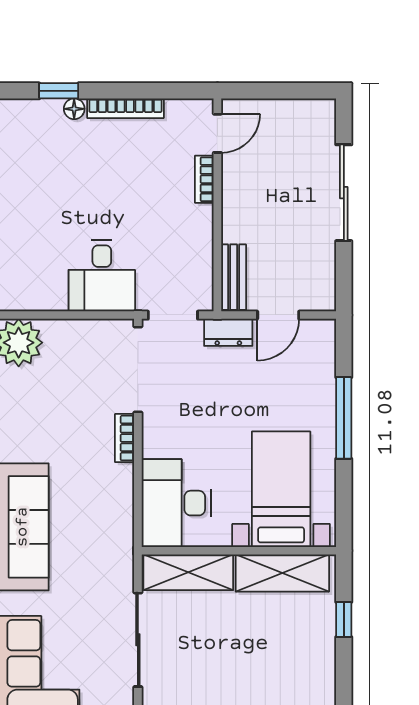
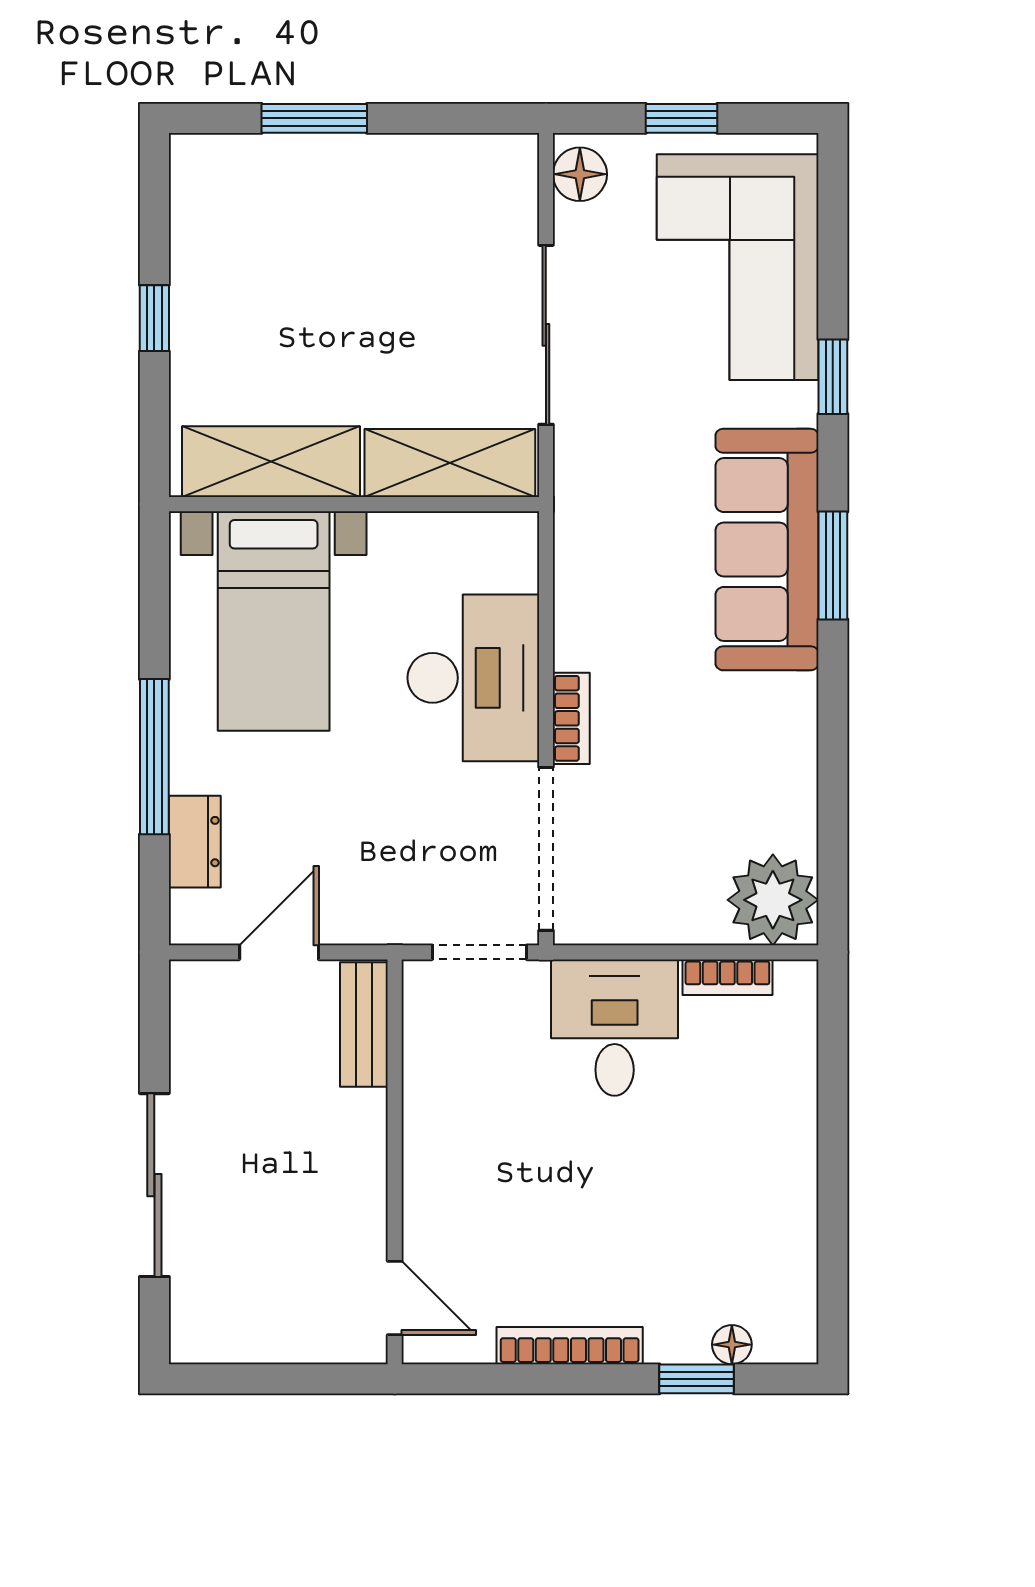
floor lamp: (74, 109) -> (732, 1345), moved
door: (217, 133) -> (395, 1298), swing flipped
bookcase: (204, 179) -> (727, 977), moved, turned 90
dresser: (228, 332) -> (195, 842), moved, turned 90
desk: (176, 503) -> (473, 678), moved
window: (344, 619) -> (154, 318), moved

